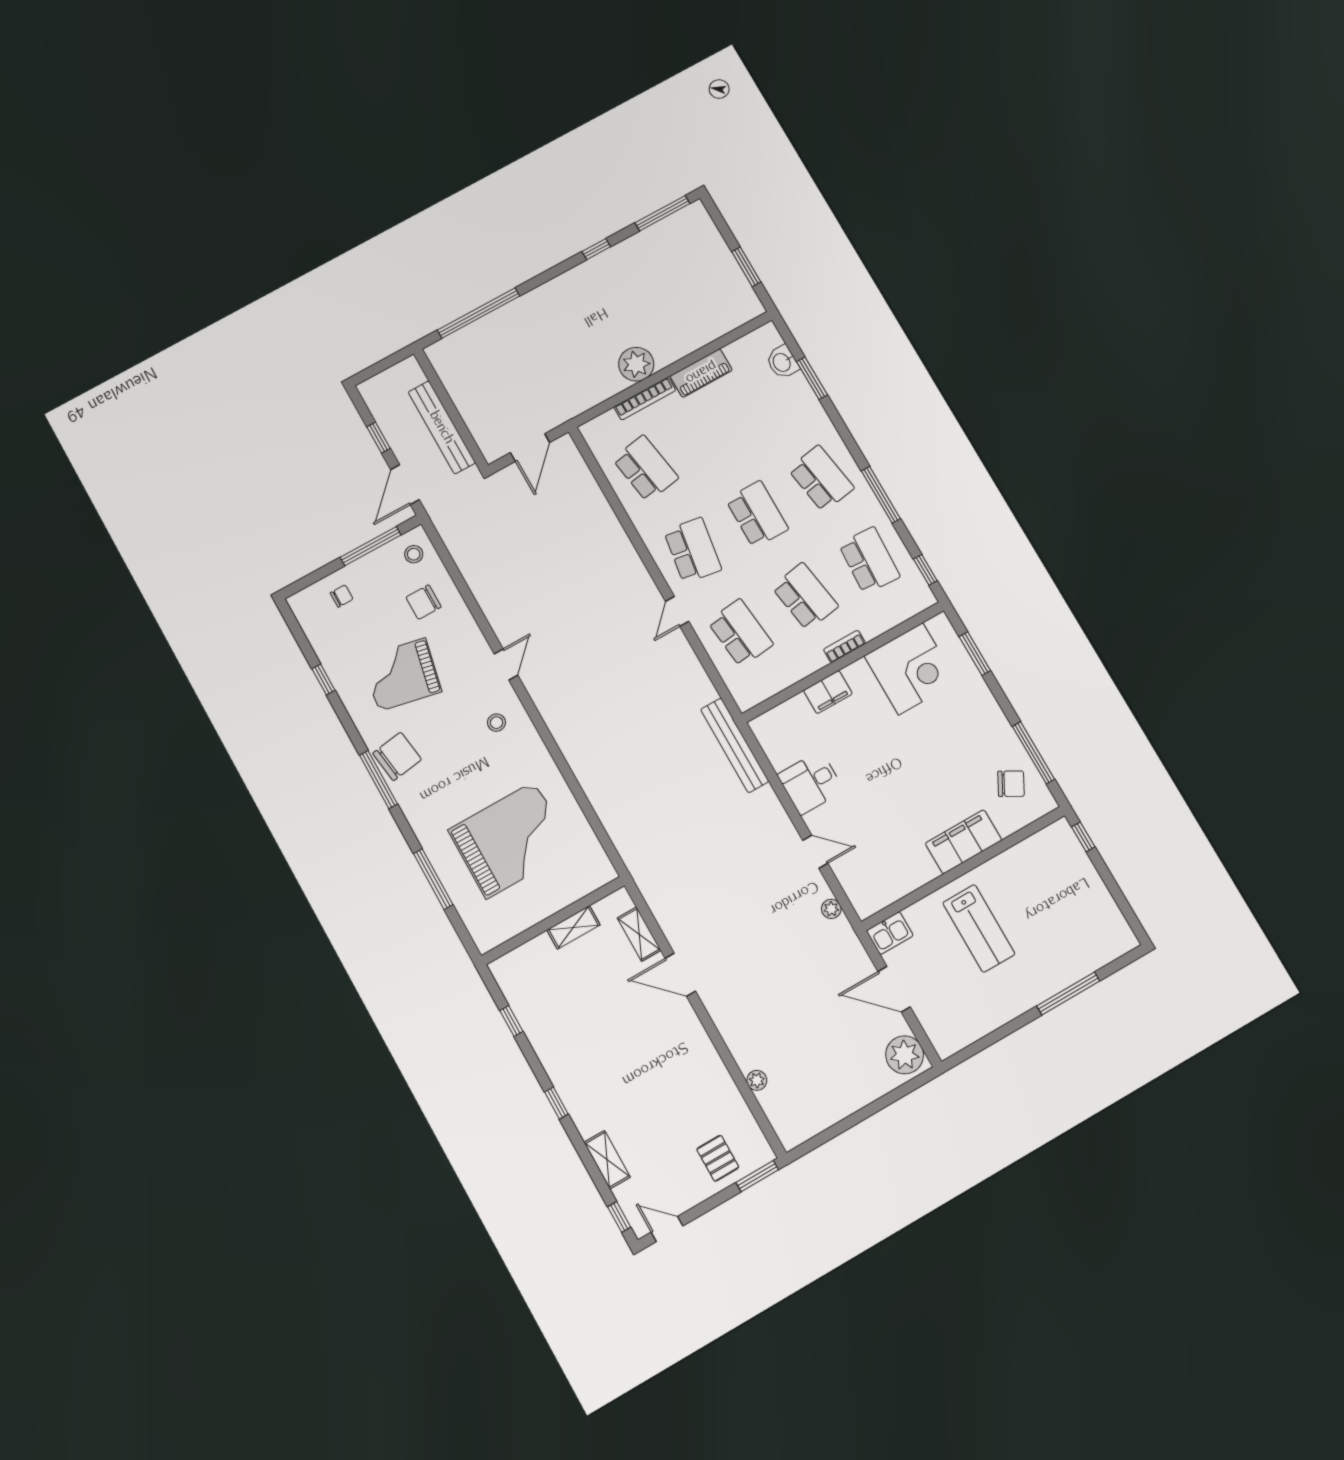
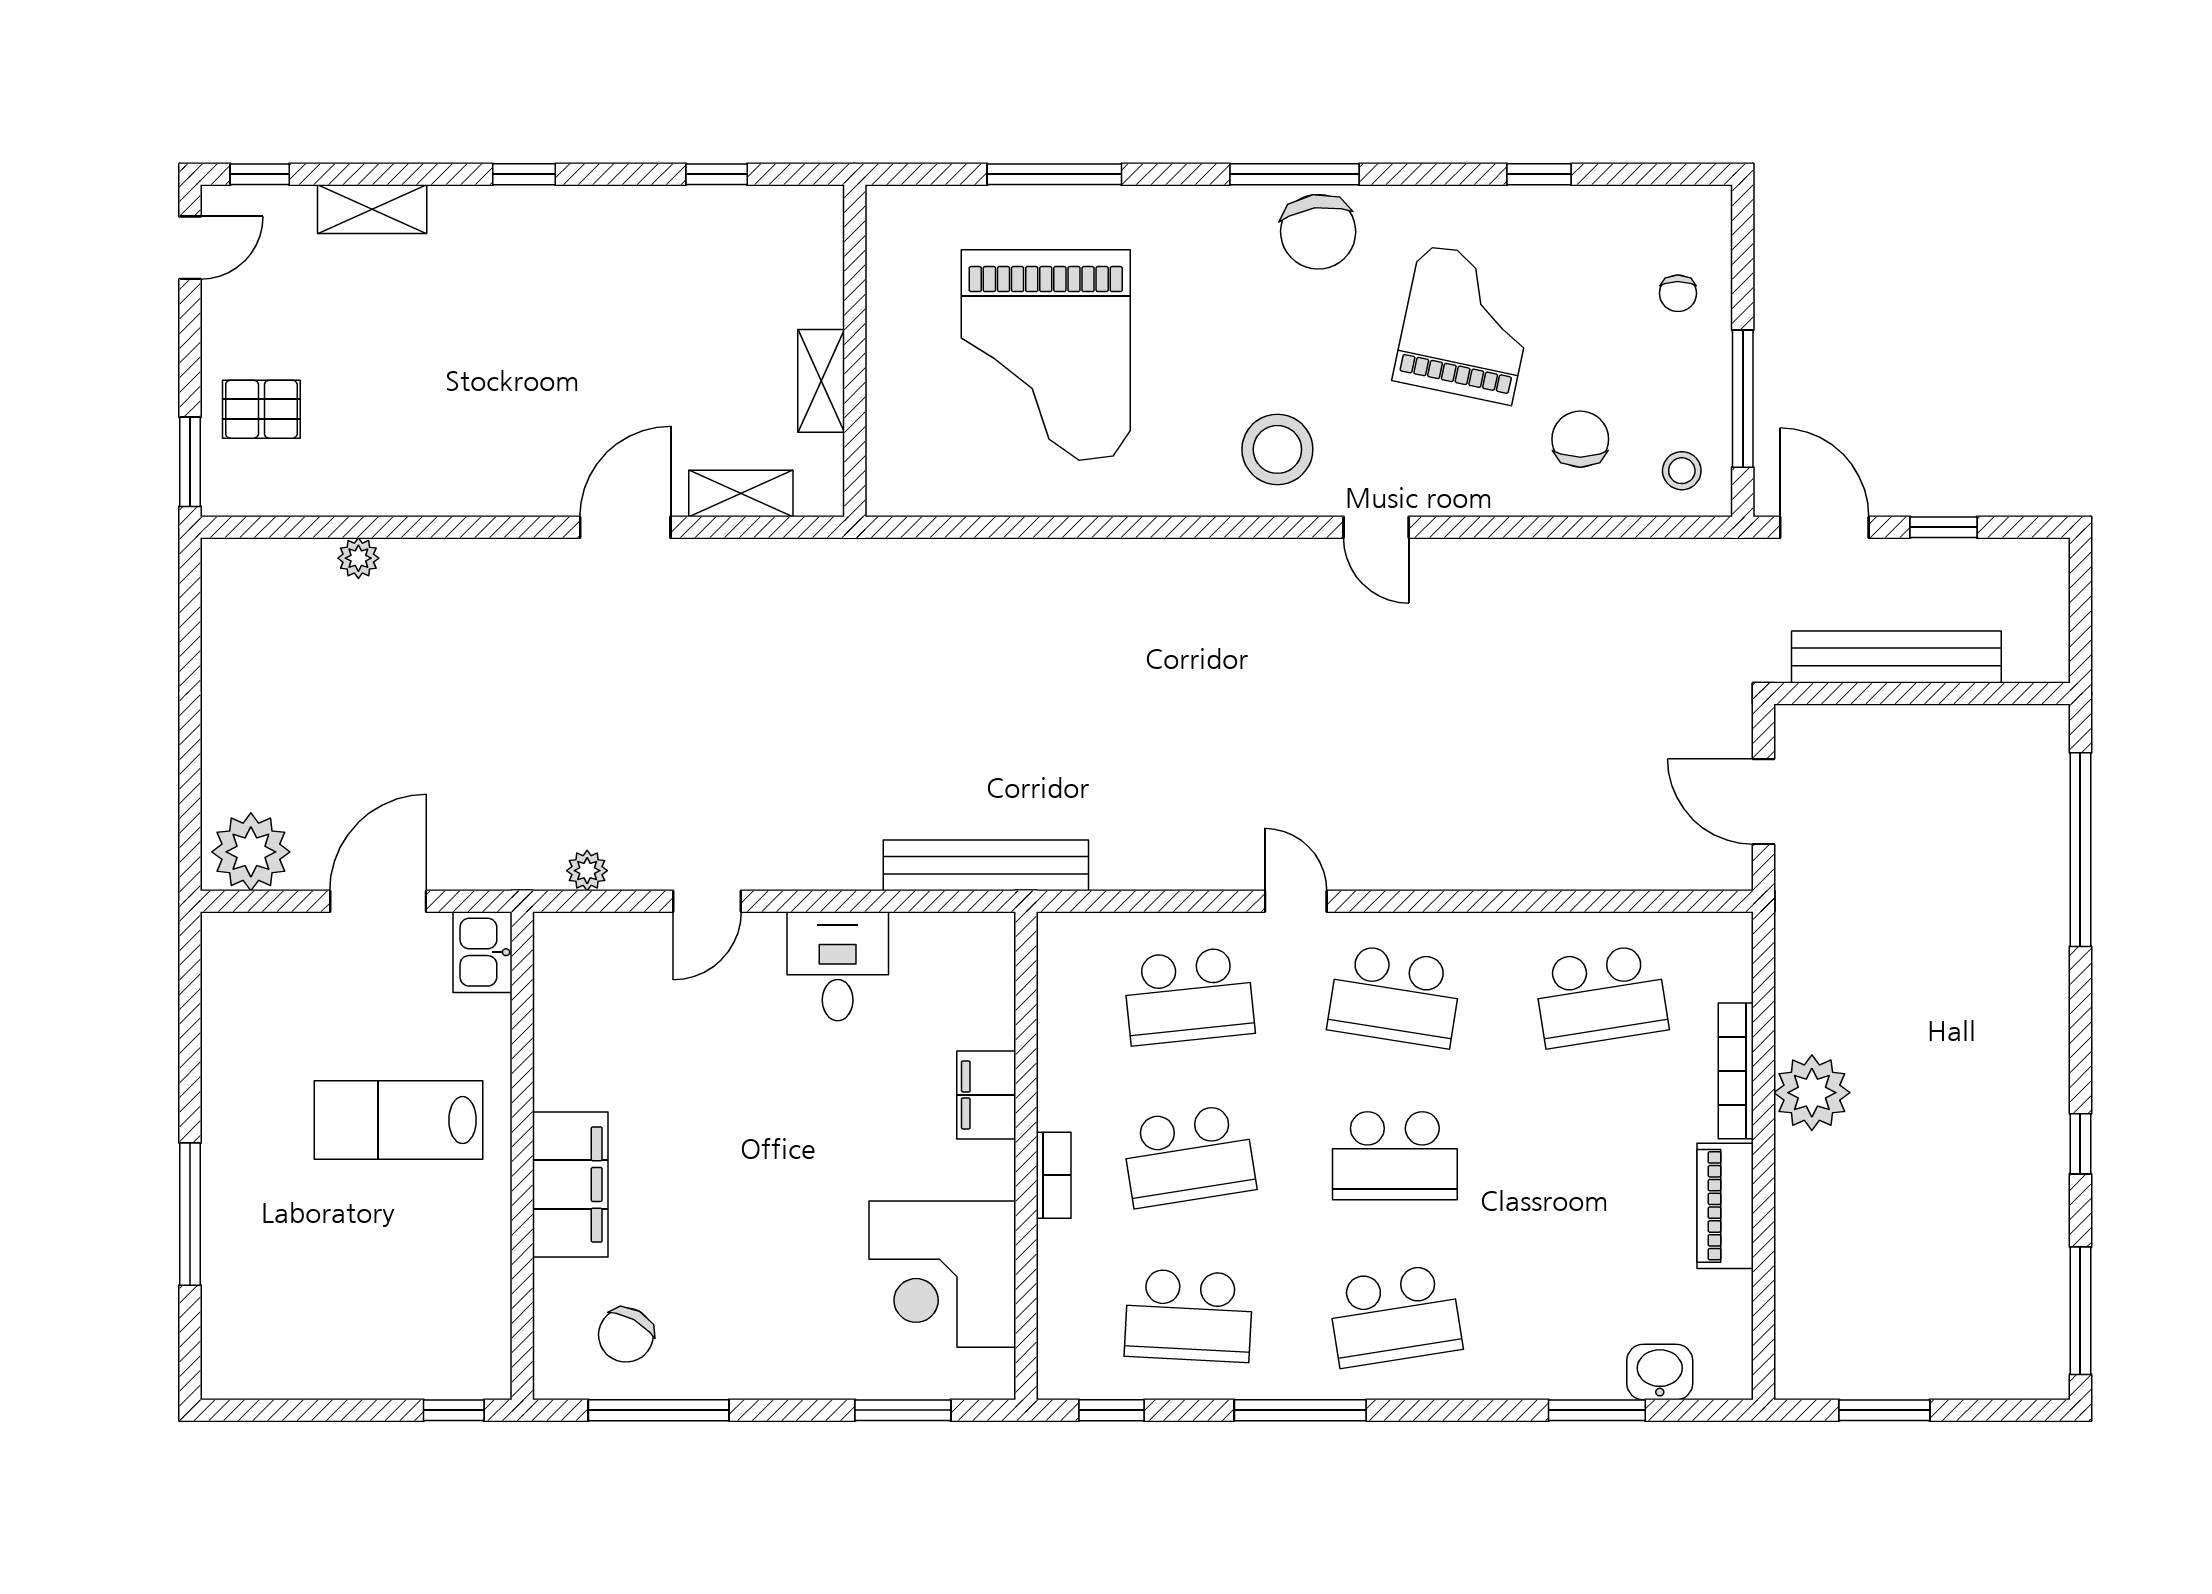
stool: (496, 723) -> (1277, 449), width x1.89, depth x1.89

